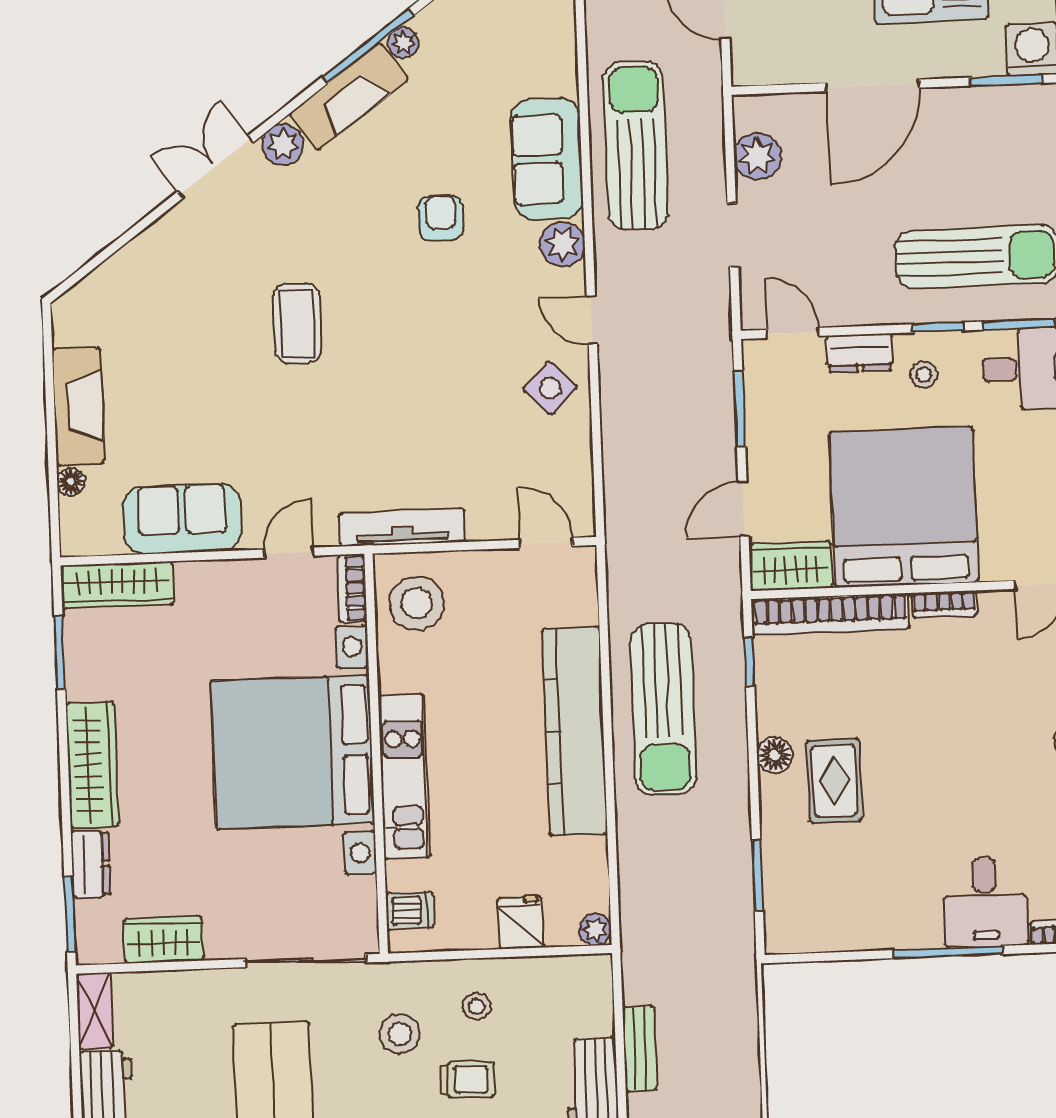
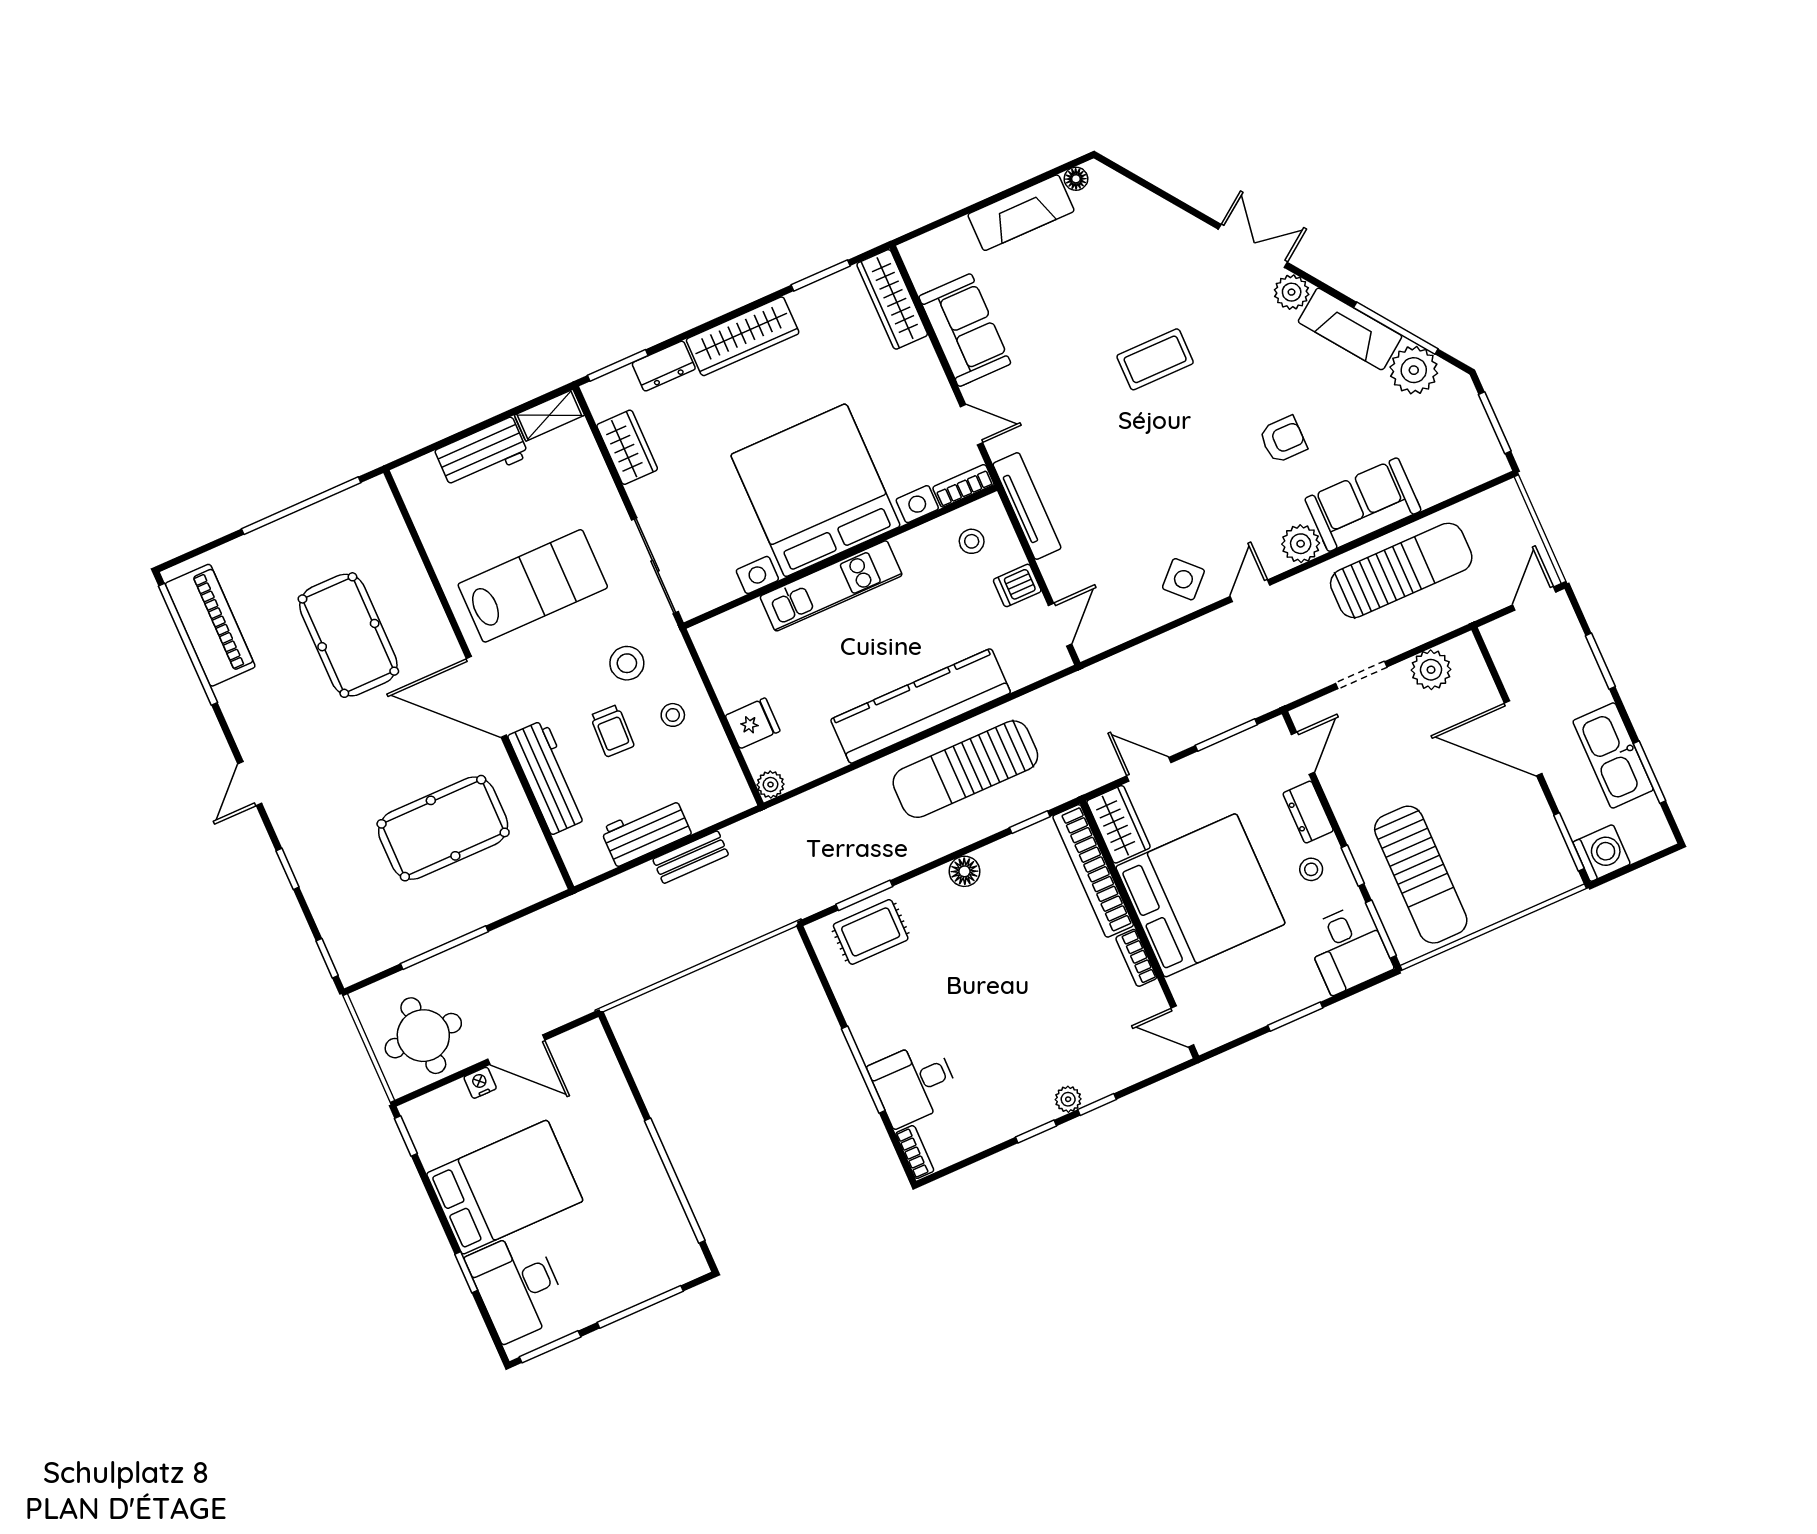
plant: (403, 42) -> (1414, 370), width x1.87, depth x1.87
floor lamp: (71, 482) -> (1076, 179), moved
stool: (417, 603) -> (972, 541), width x0.53, depth x0.53
rug: (834, 780) -> (871, 932), moved
dishwasher: (410, 911) -> (1017, 585), moved, turned 90

